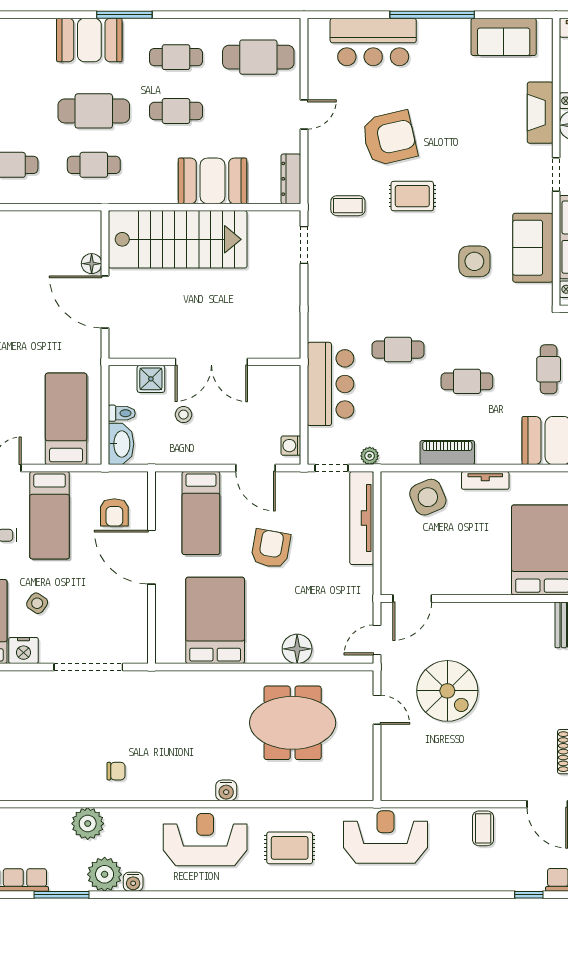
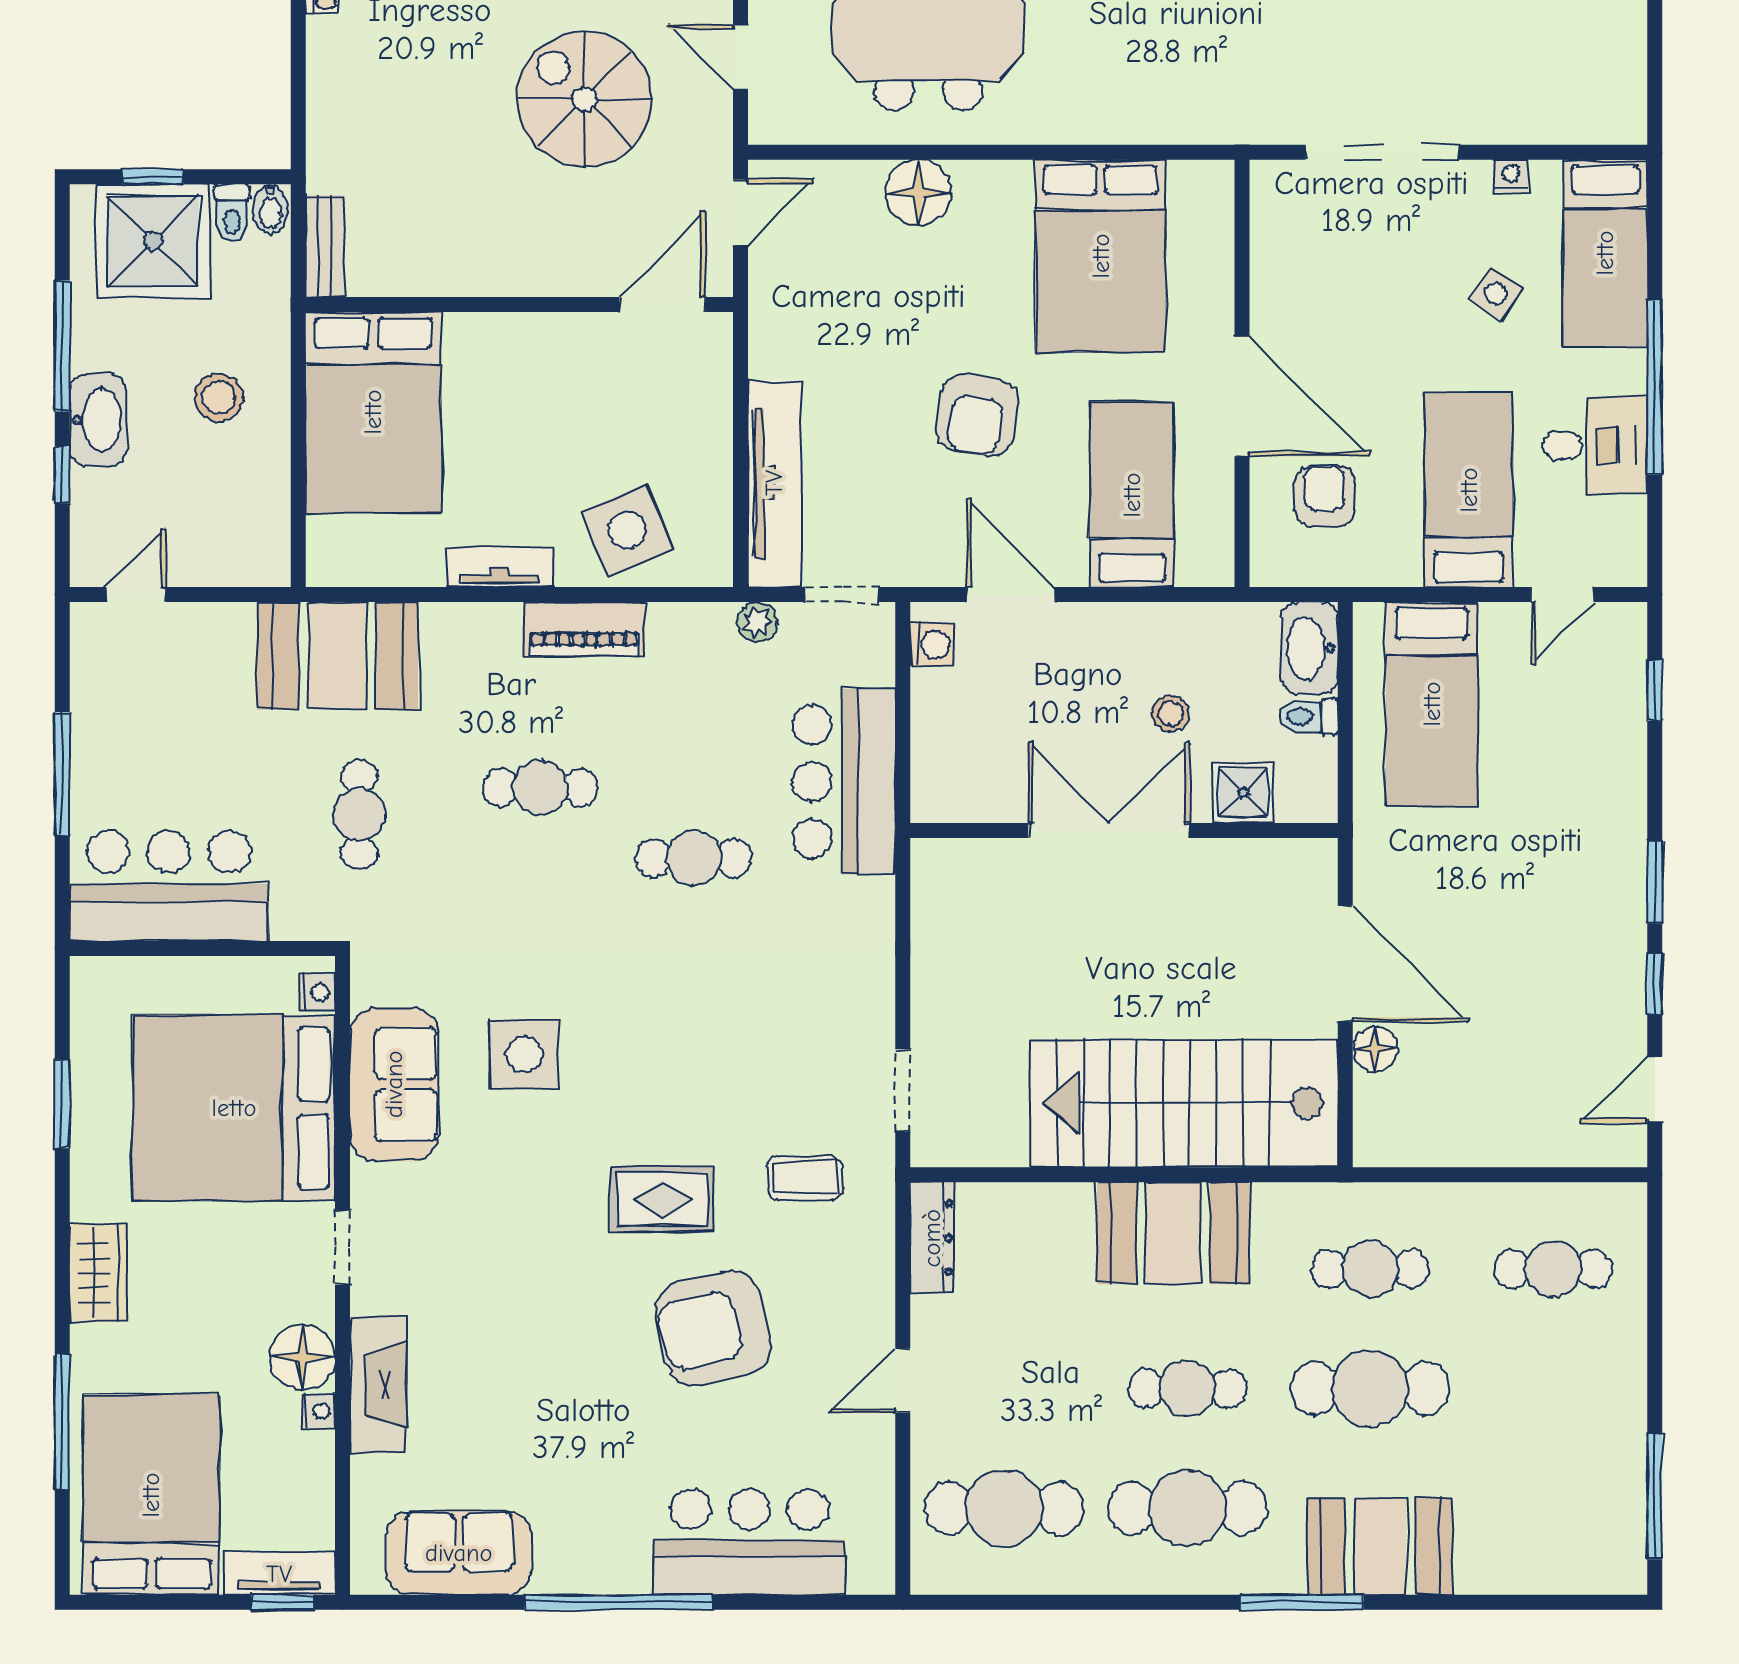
cafe table: (176, 57) -> (1187, 1508), width x1.37, depth x1.35
booth: (213, 181) -> (1173, 1233), moved
nightstand: (23, 650) -> (1511, 176), width x0.53, depth x0.56

